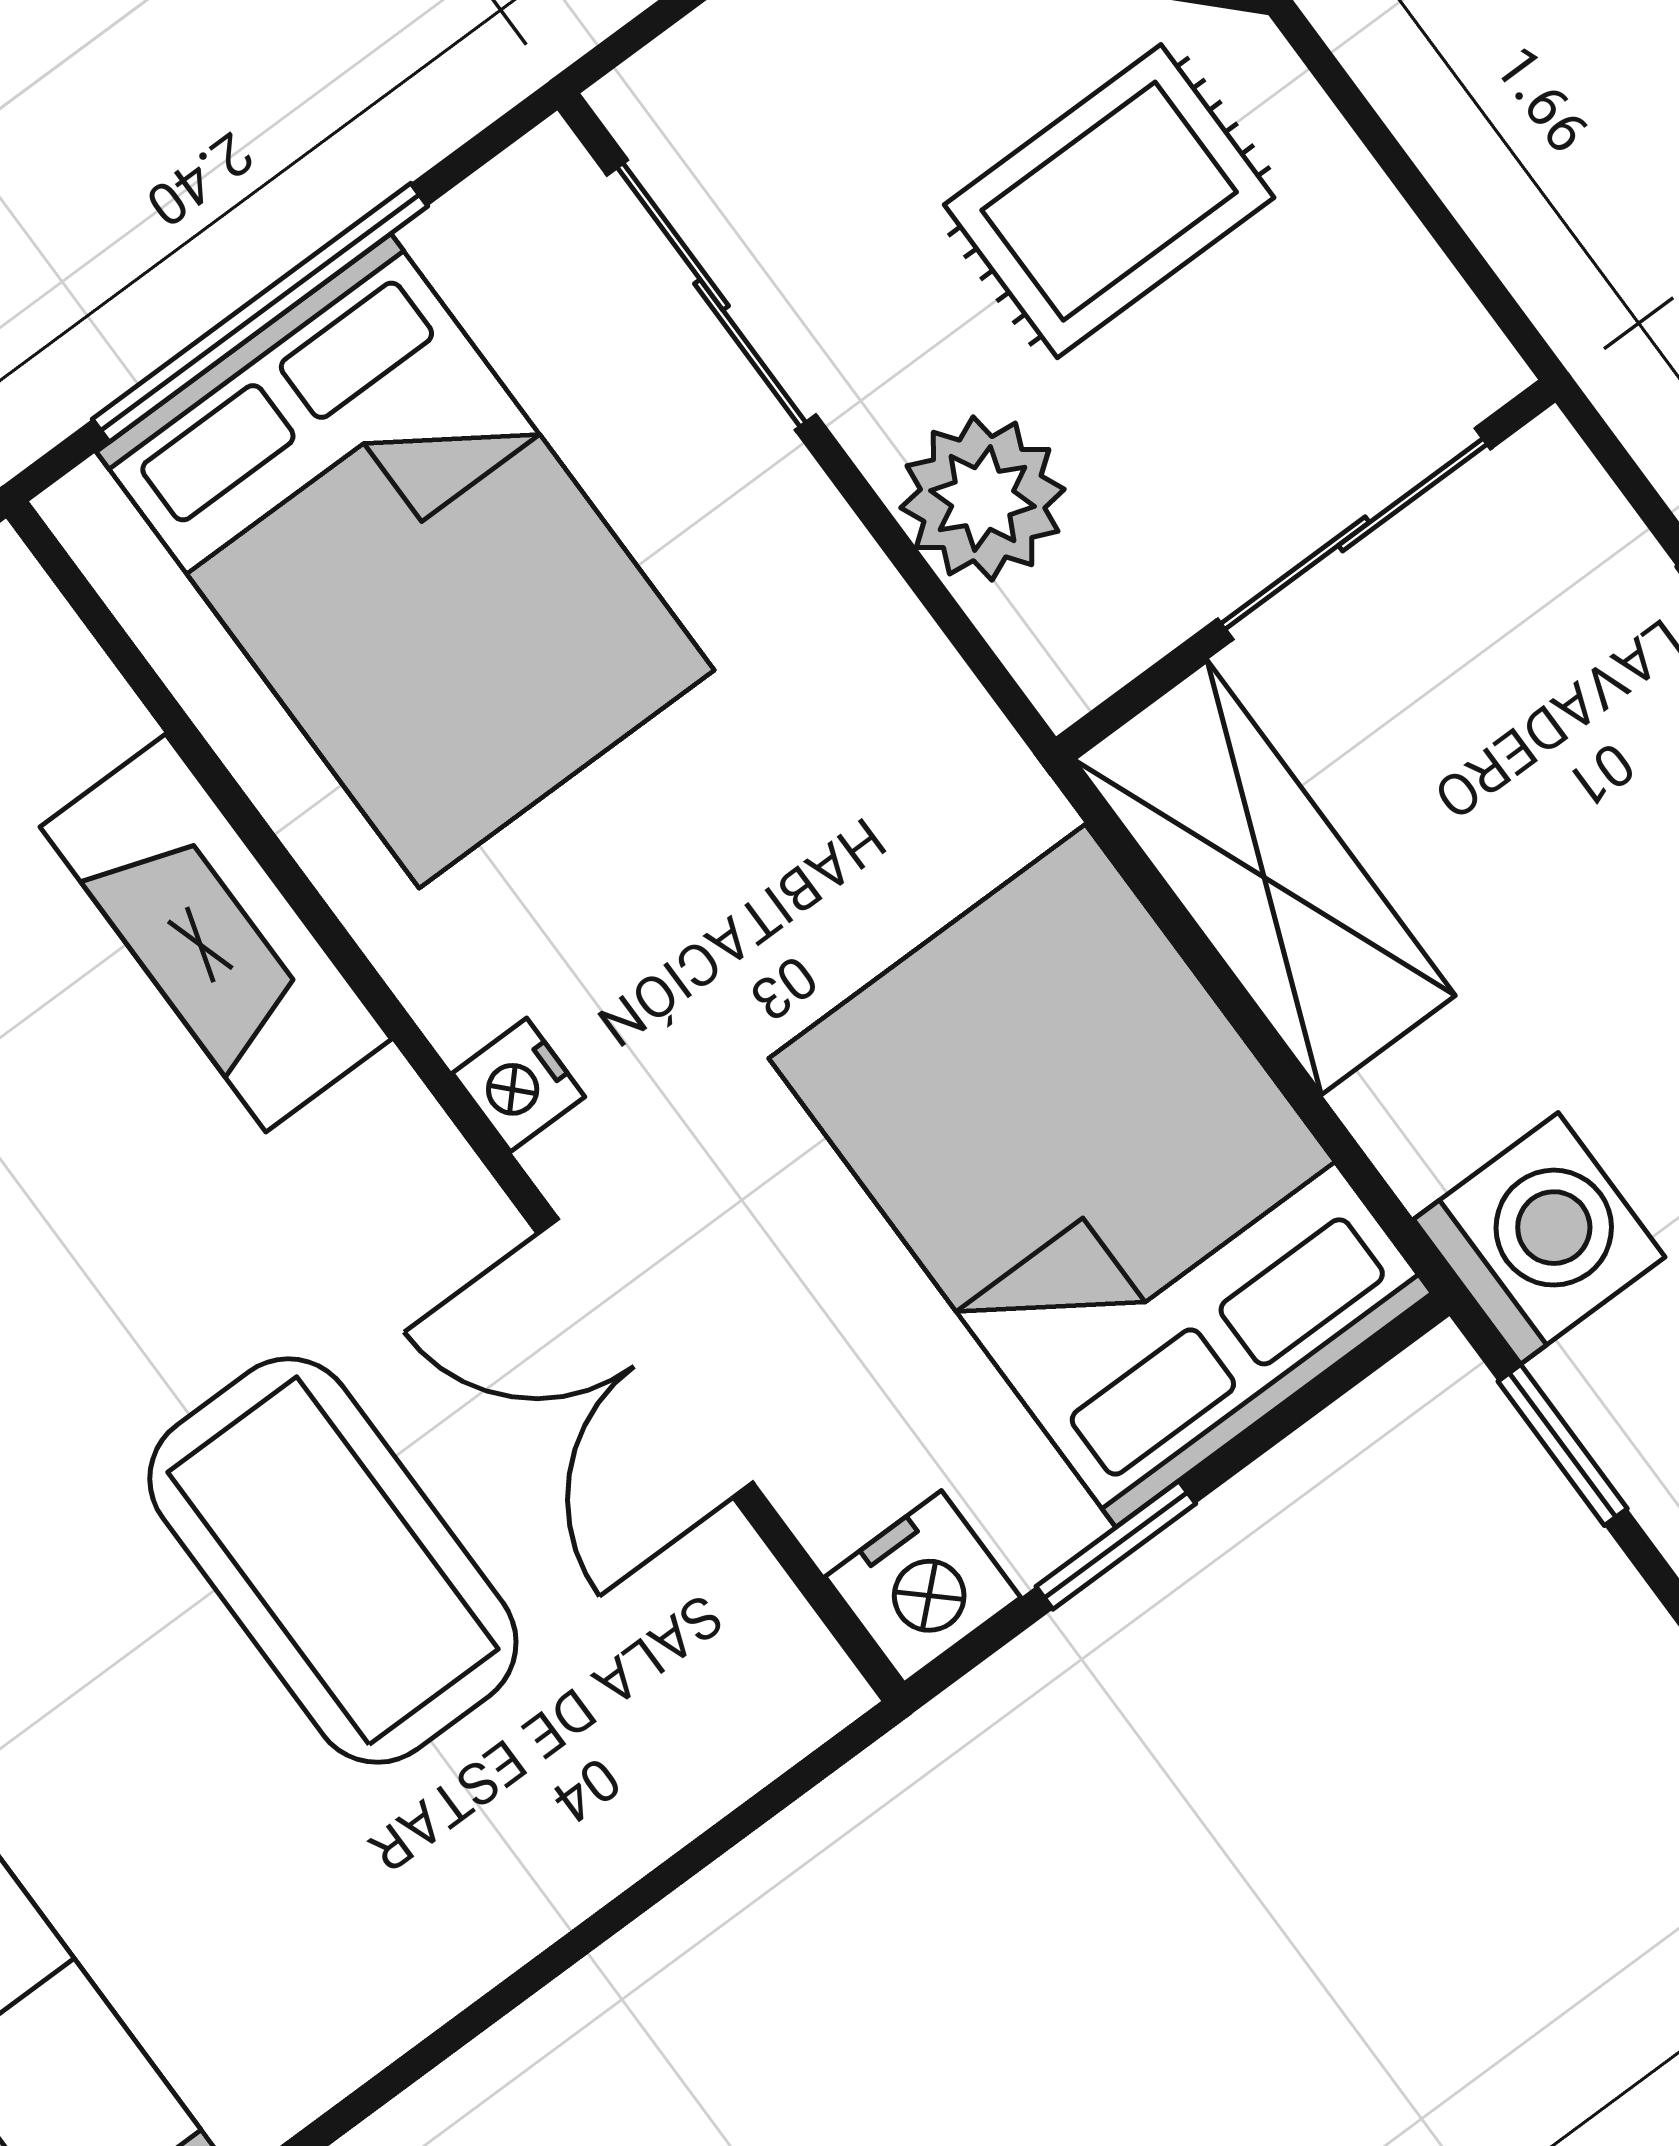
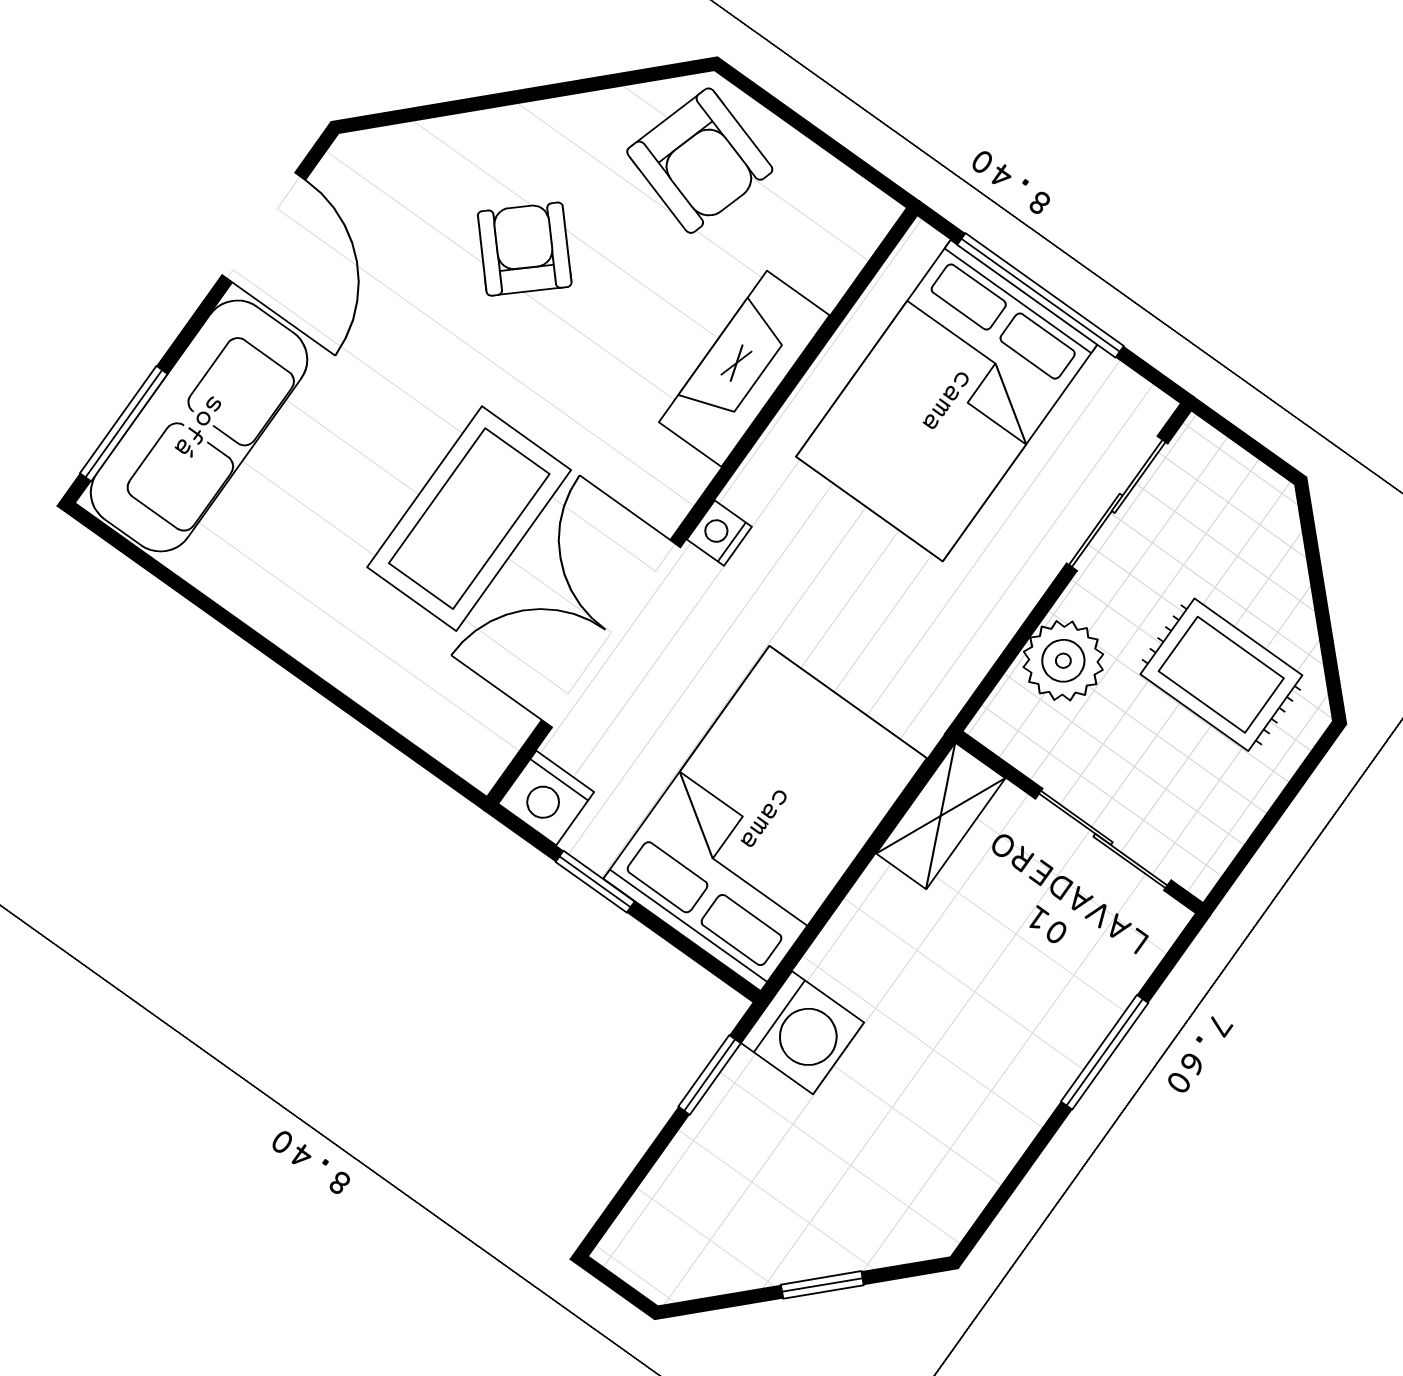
shelving: (1264, 878) -> (941, 816), width x0.67, depth x0.75
double door: (645, 1358) -> (611, 634), width x1.37

